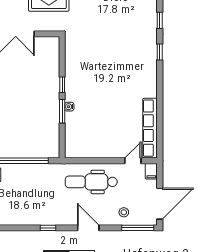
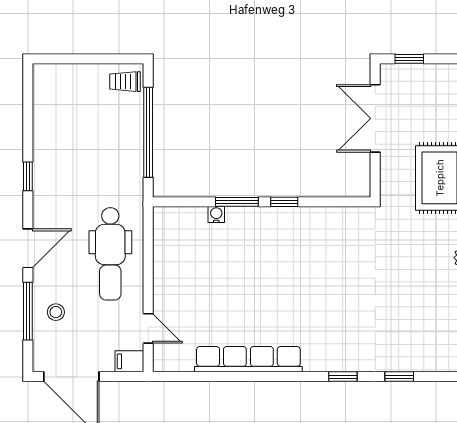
water cooler: (69, 107) -> (216, 214), moved
row of seats: (150, 128) -> (248, 359), moved
dental chair: (91, 182) -> (110, 254), turned 180
window: (138, 228) -> (28, 311), moved

